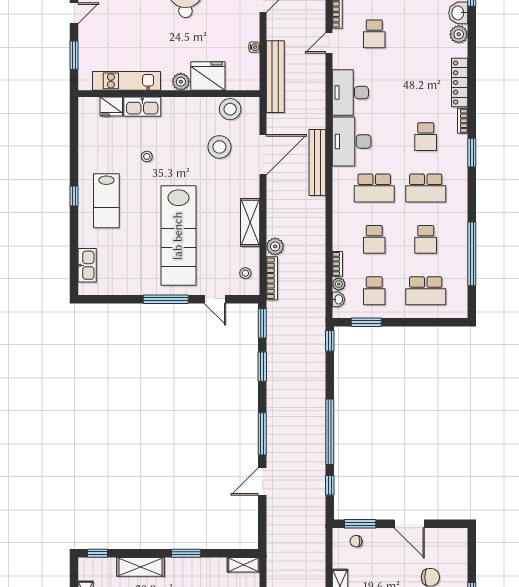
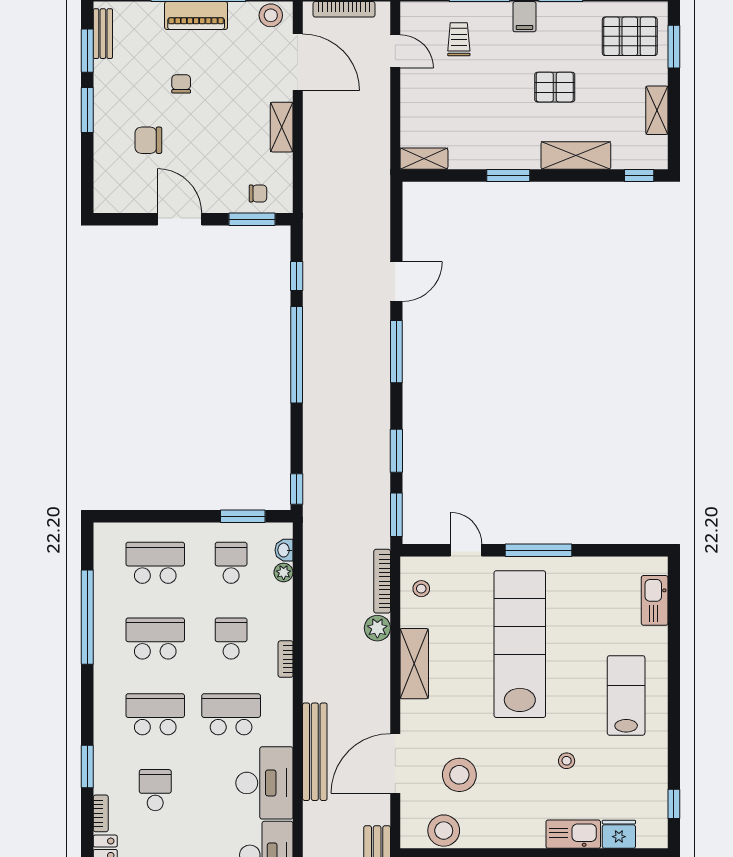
window: (74, 196) -> (674, 804), moved
school desk: (426, 239) -> (155, 639), width x1.85
bookcase: (337, 264) -> (286, 659), moved

